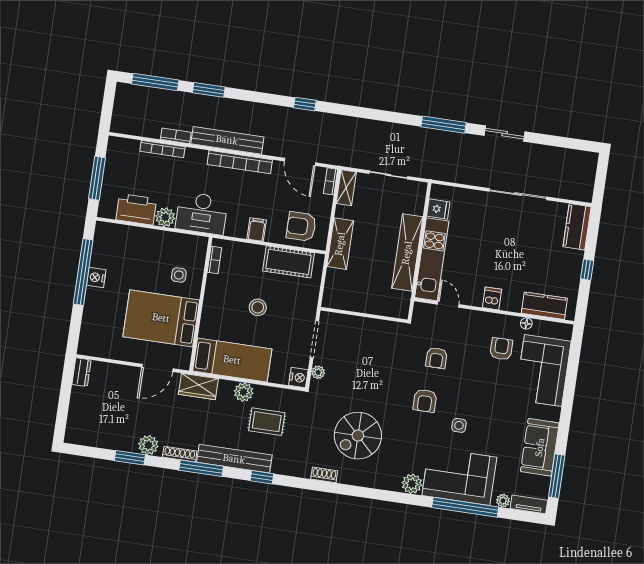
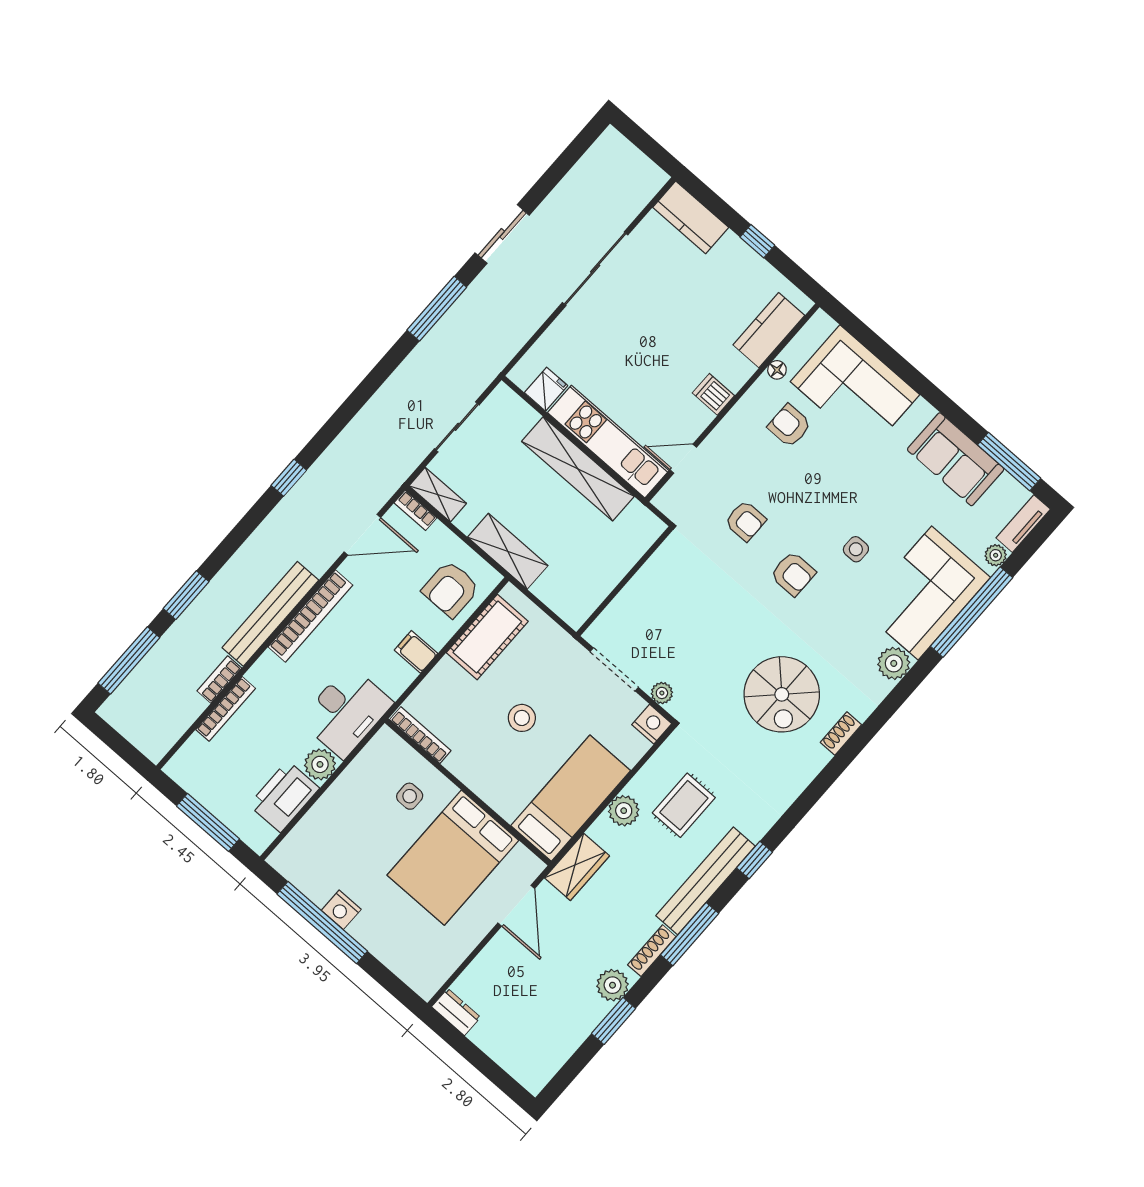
bookcase: (214, 260) -> (420, 735), width x1.56
shoe rack: (324, 475) -> (841, 734), moved

